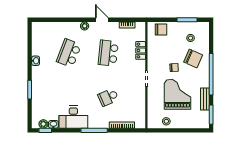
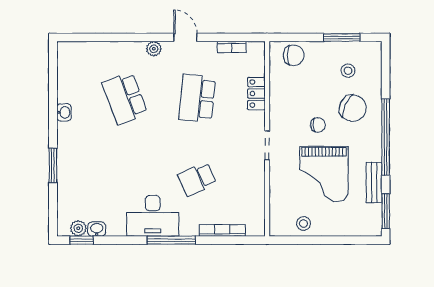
school desk: (69, 53) -> (125, 98), turned -42
grand piano: (177, 94) -> (324, 174), turned 180
desk: (73, 117) -> (153, 216), moved

